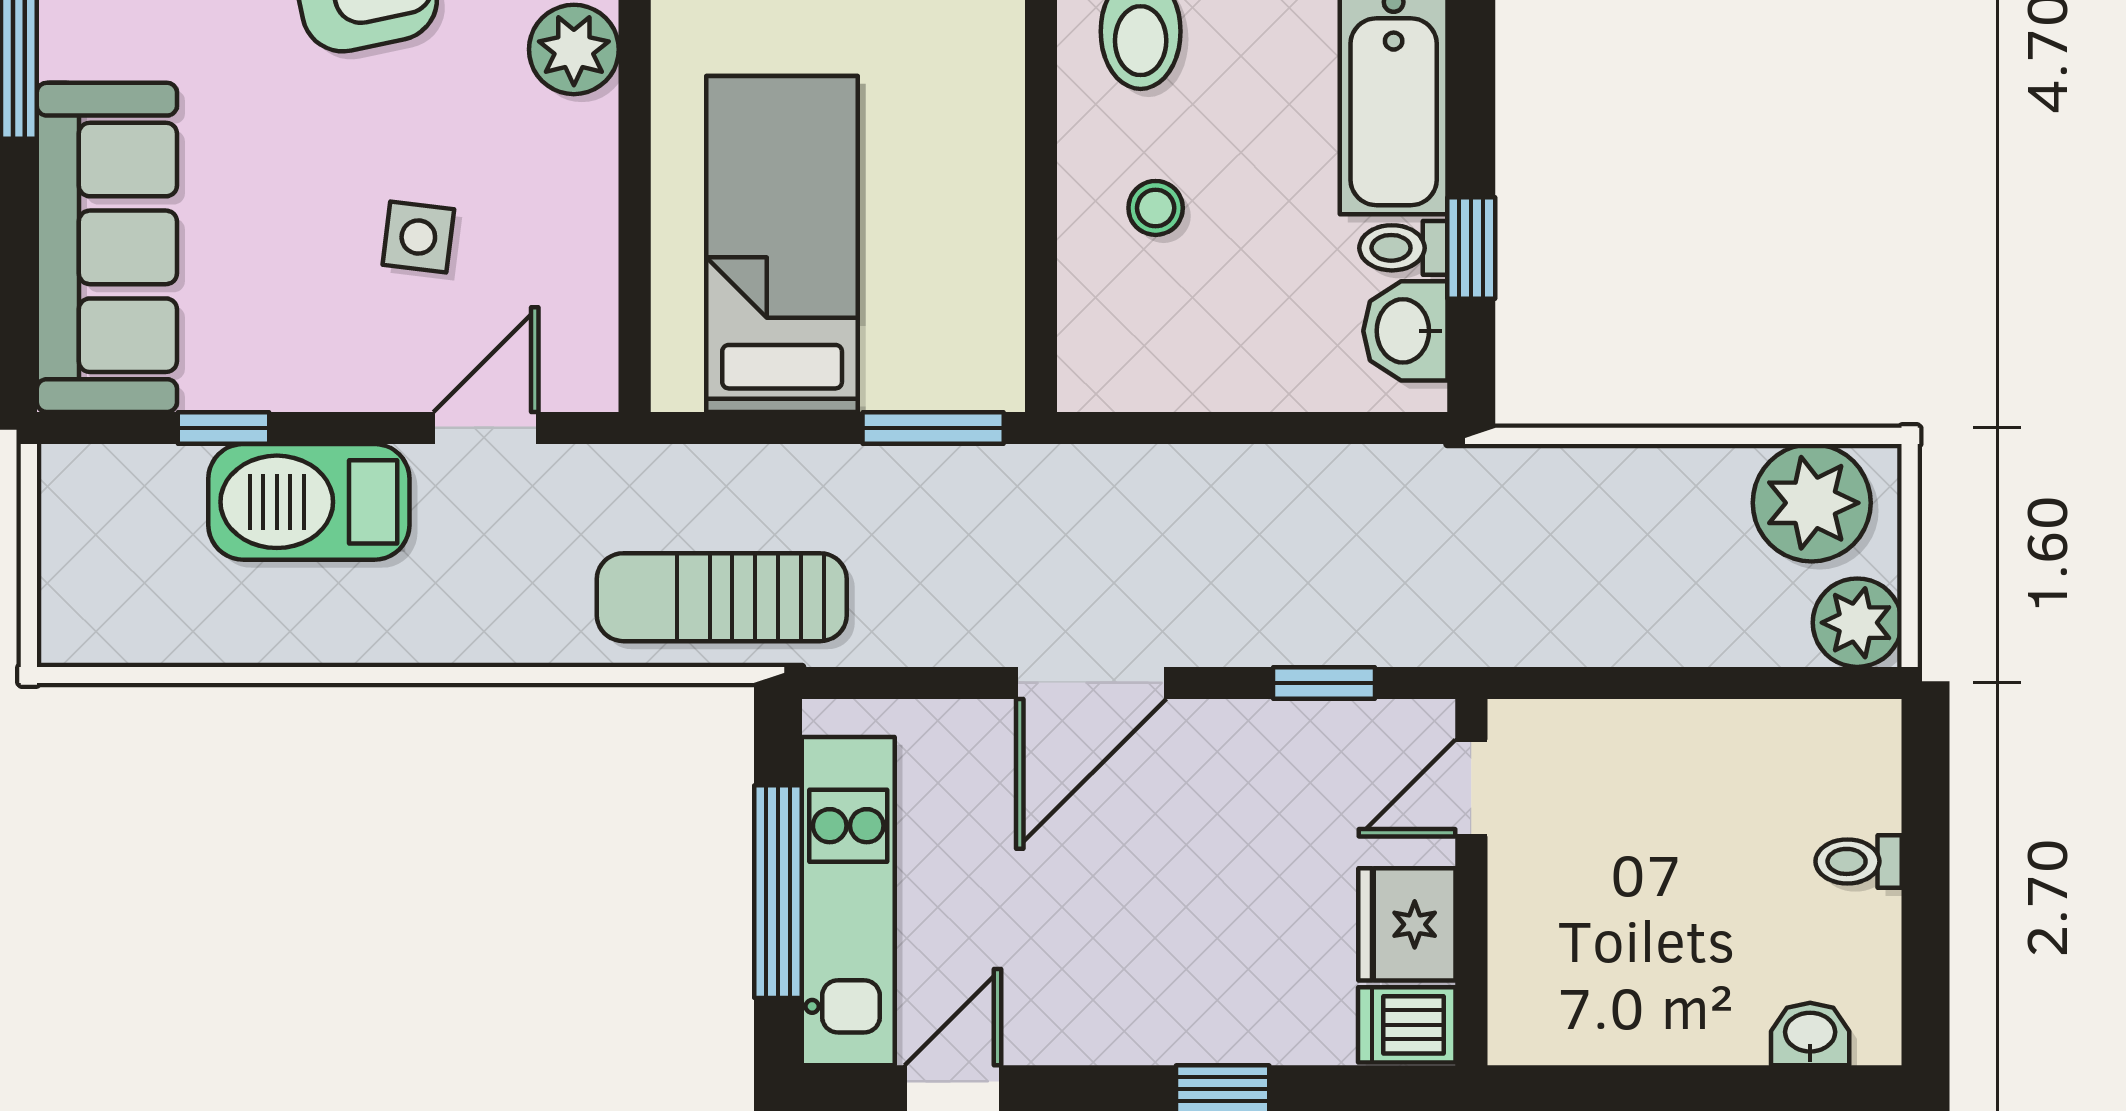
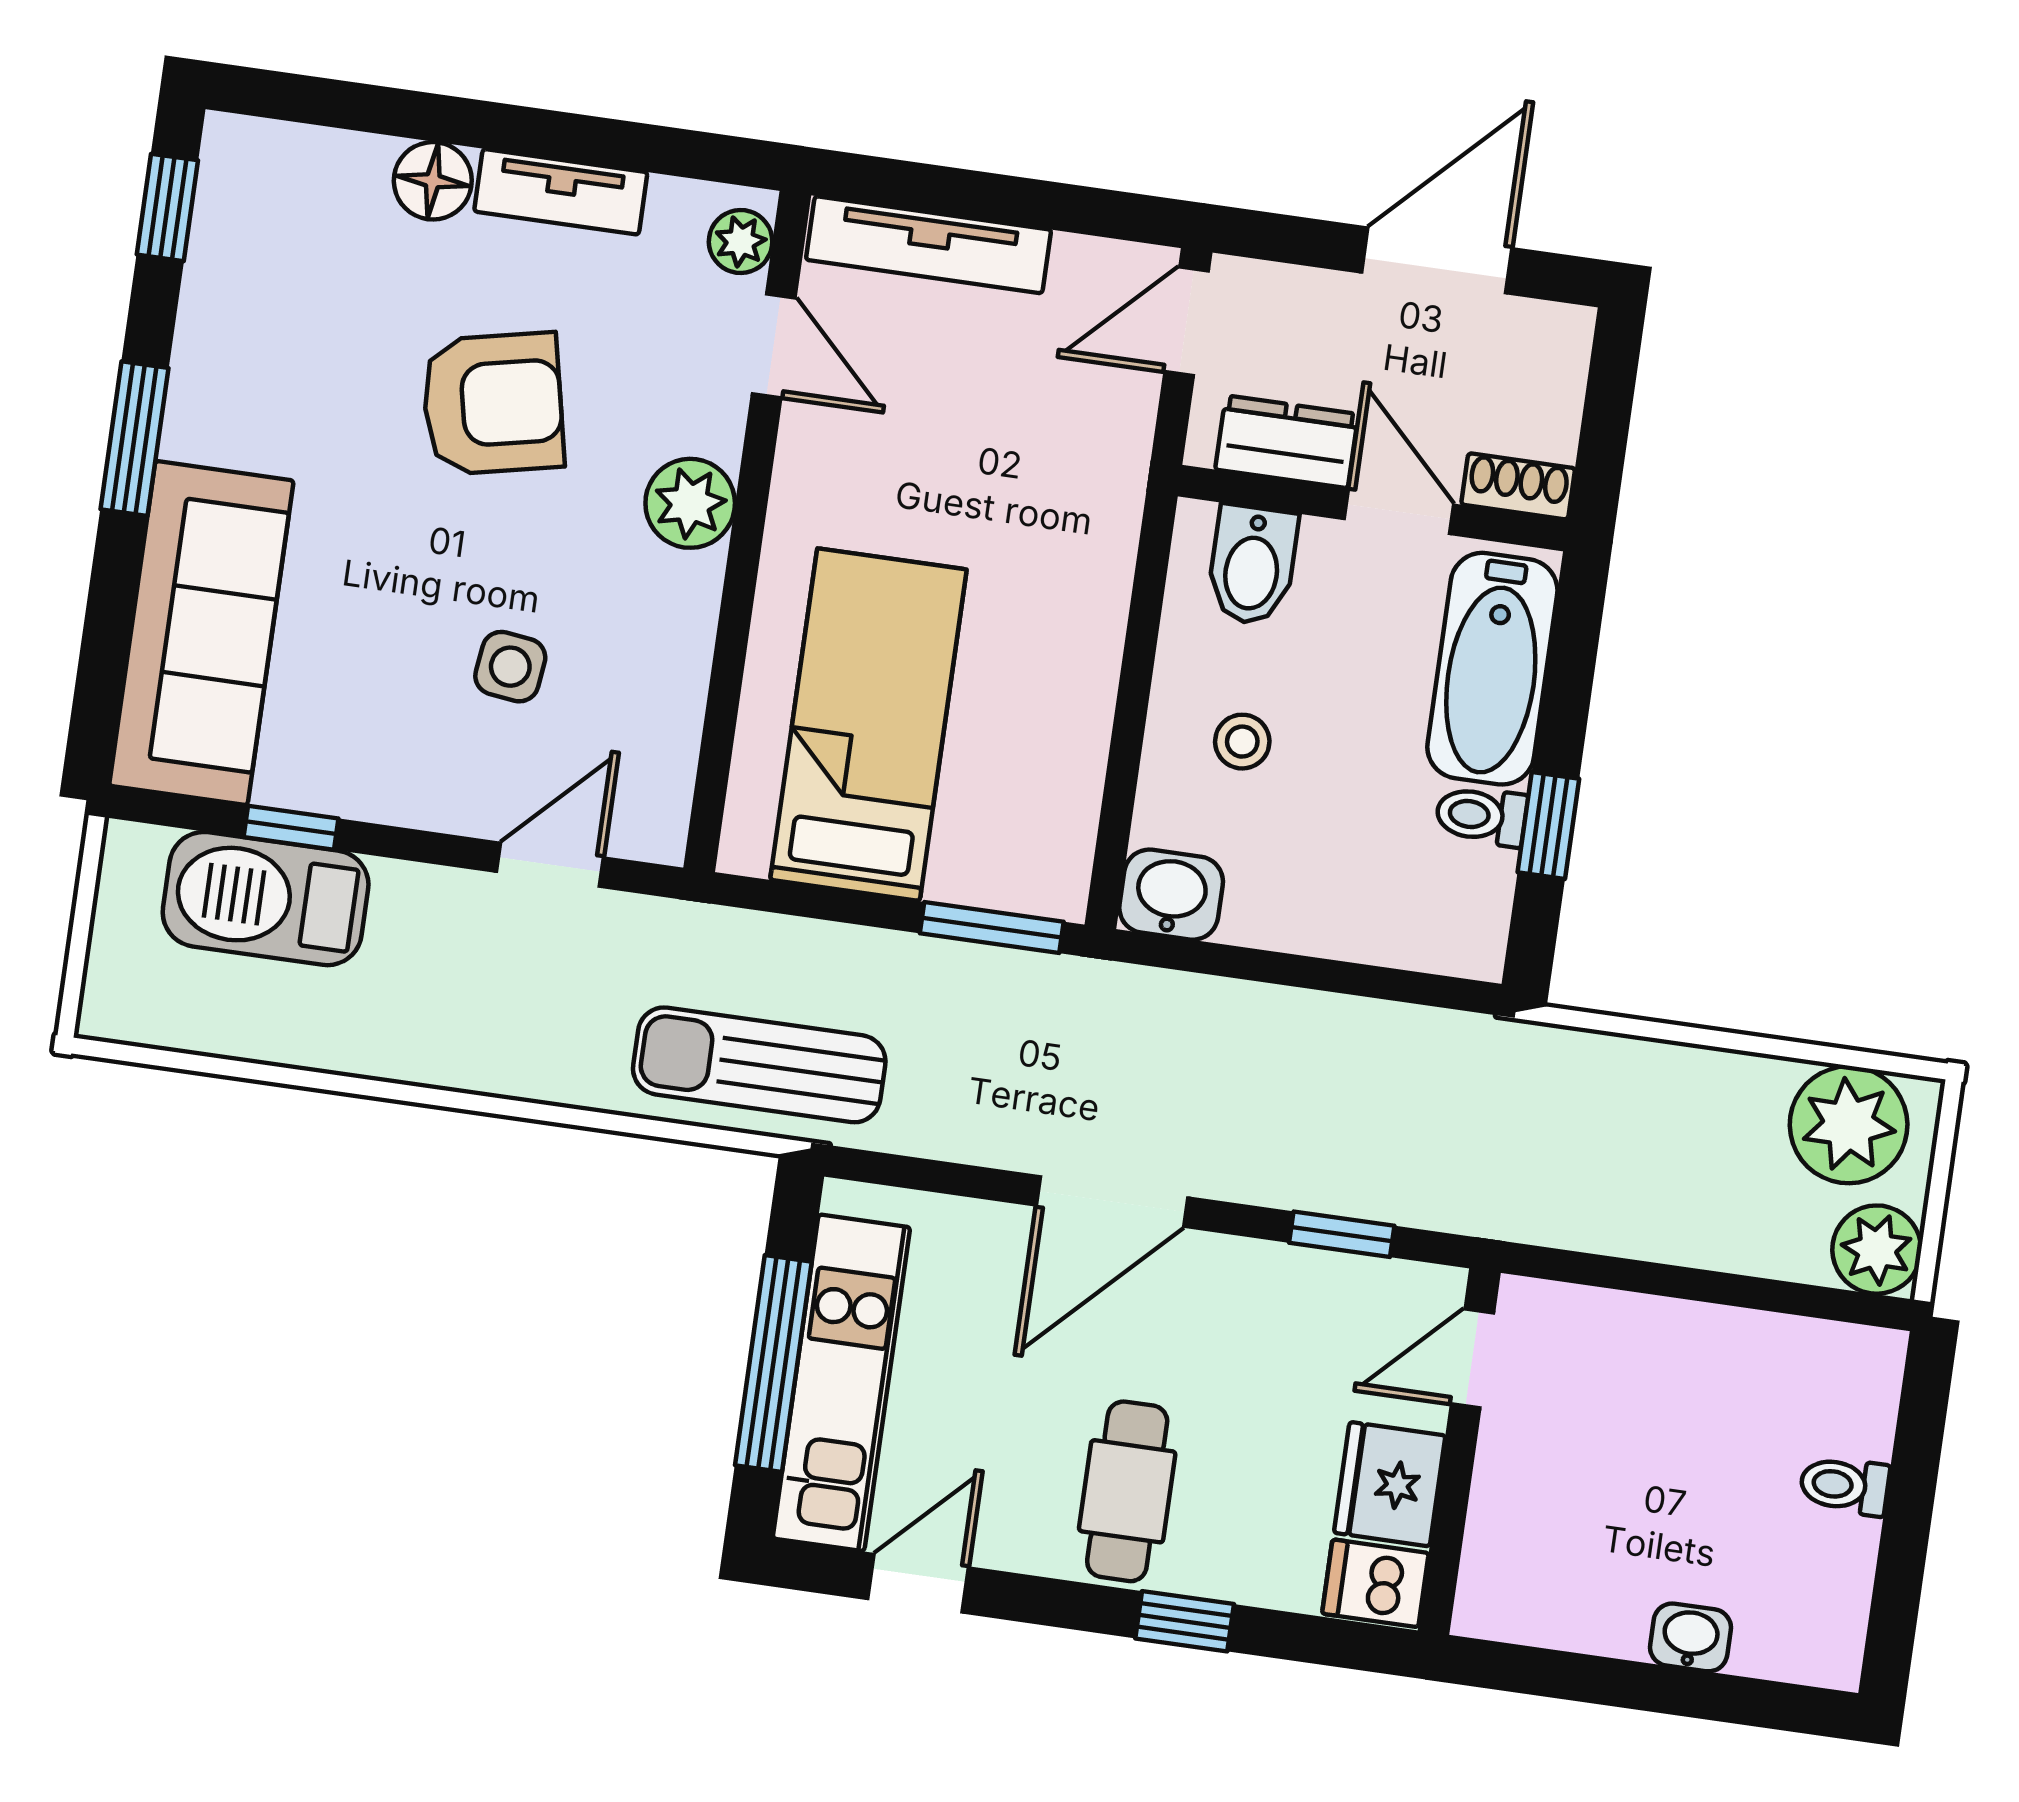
washbasin: (1405, 331) -> (1171, 895), moved, turned 90
barbecue: (309, 502) -> (266, 899), moved
cafe table: (1147, 969) -> (1127, 1491), added
washbasin: (1810, 1034) -> (1690, 1637), moved

